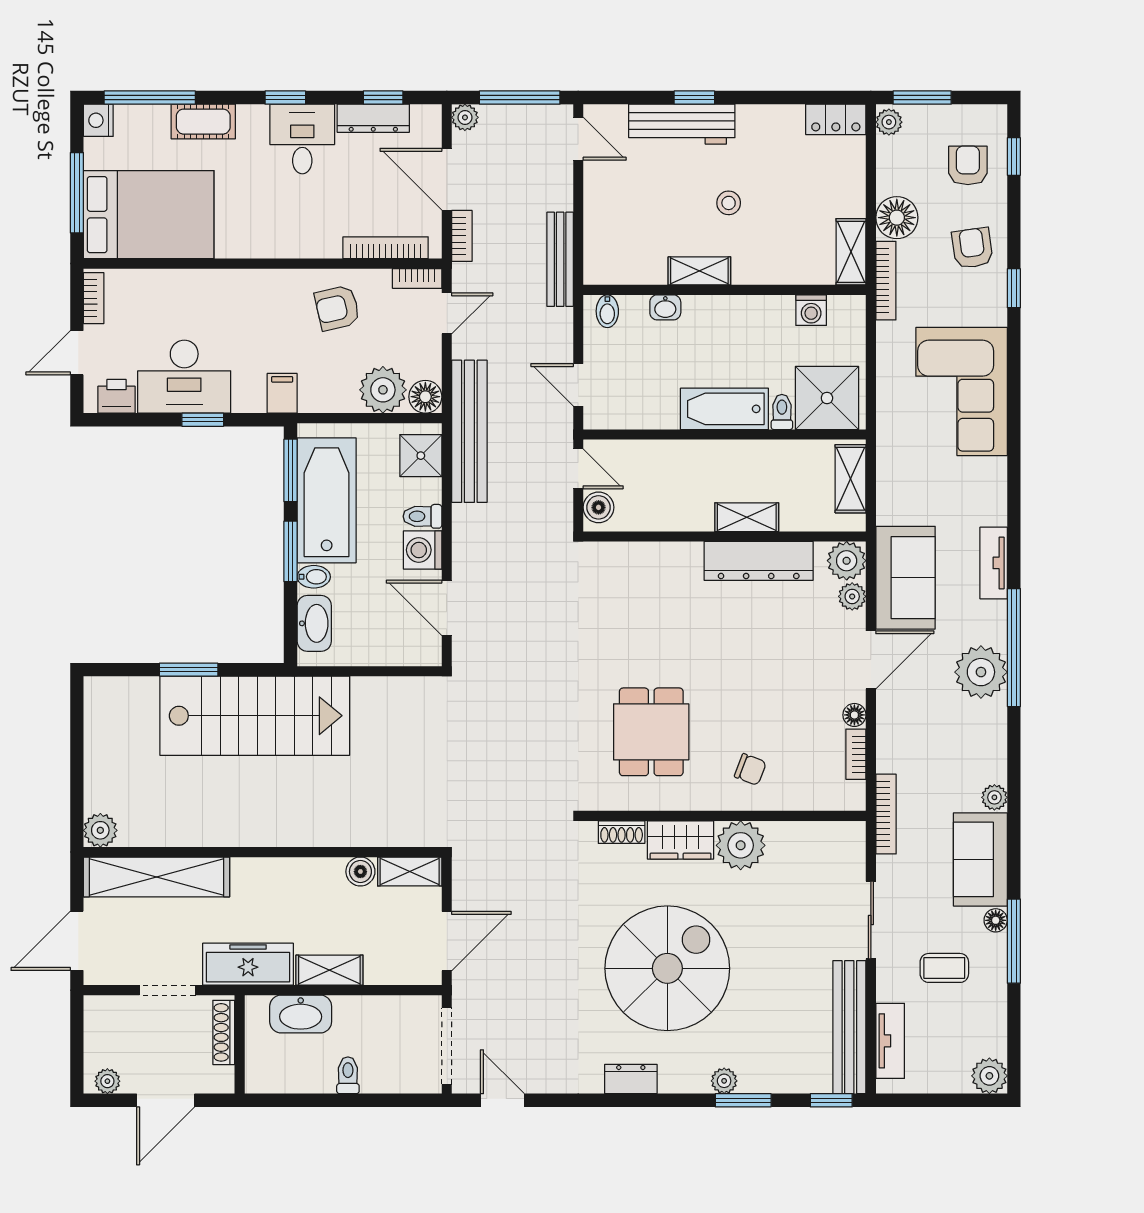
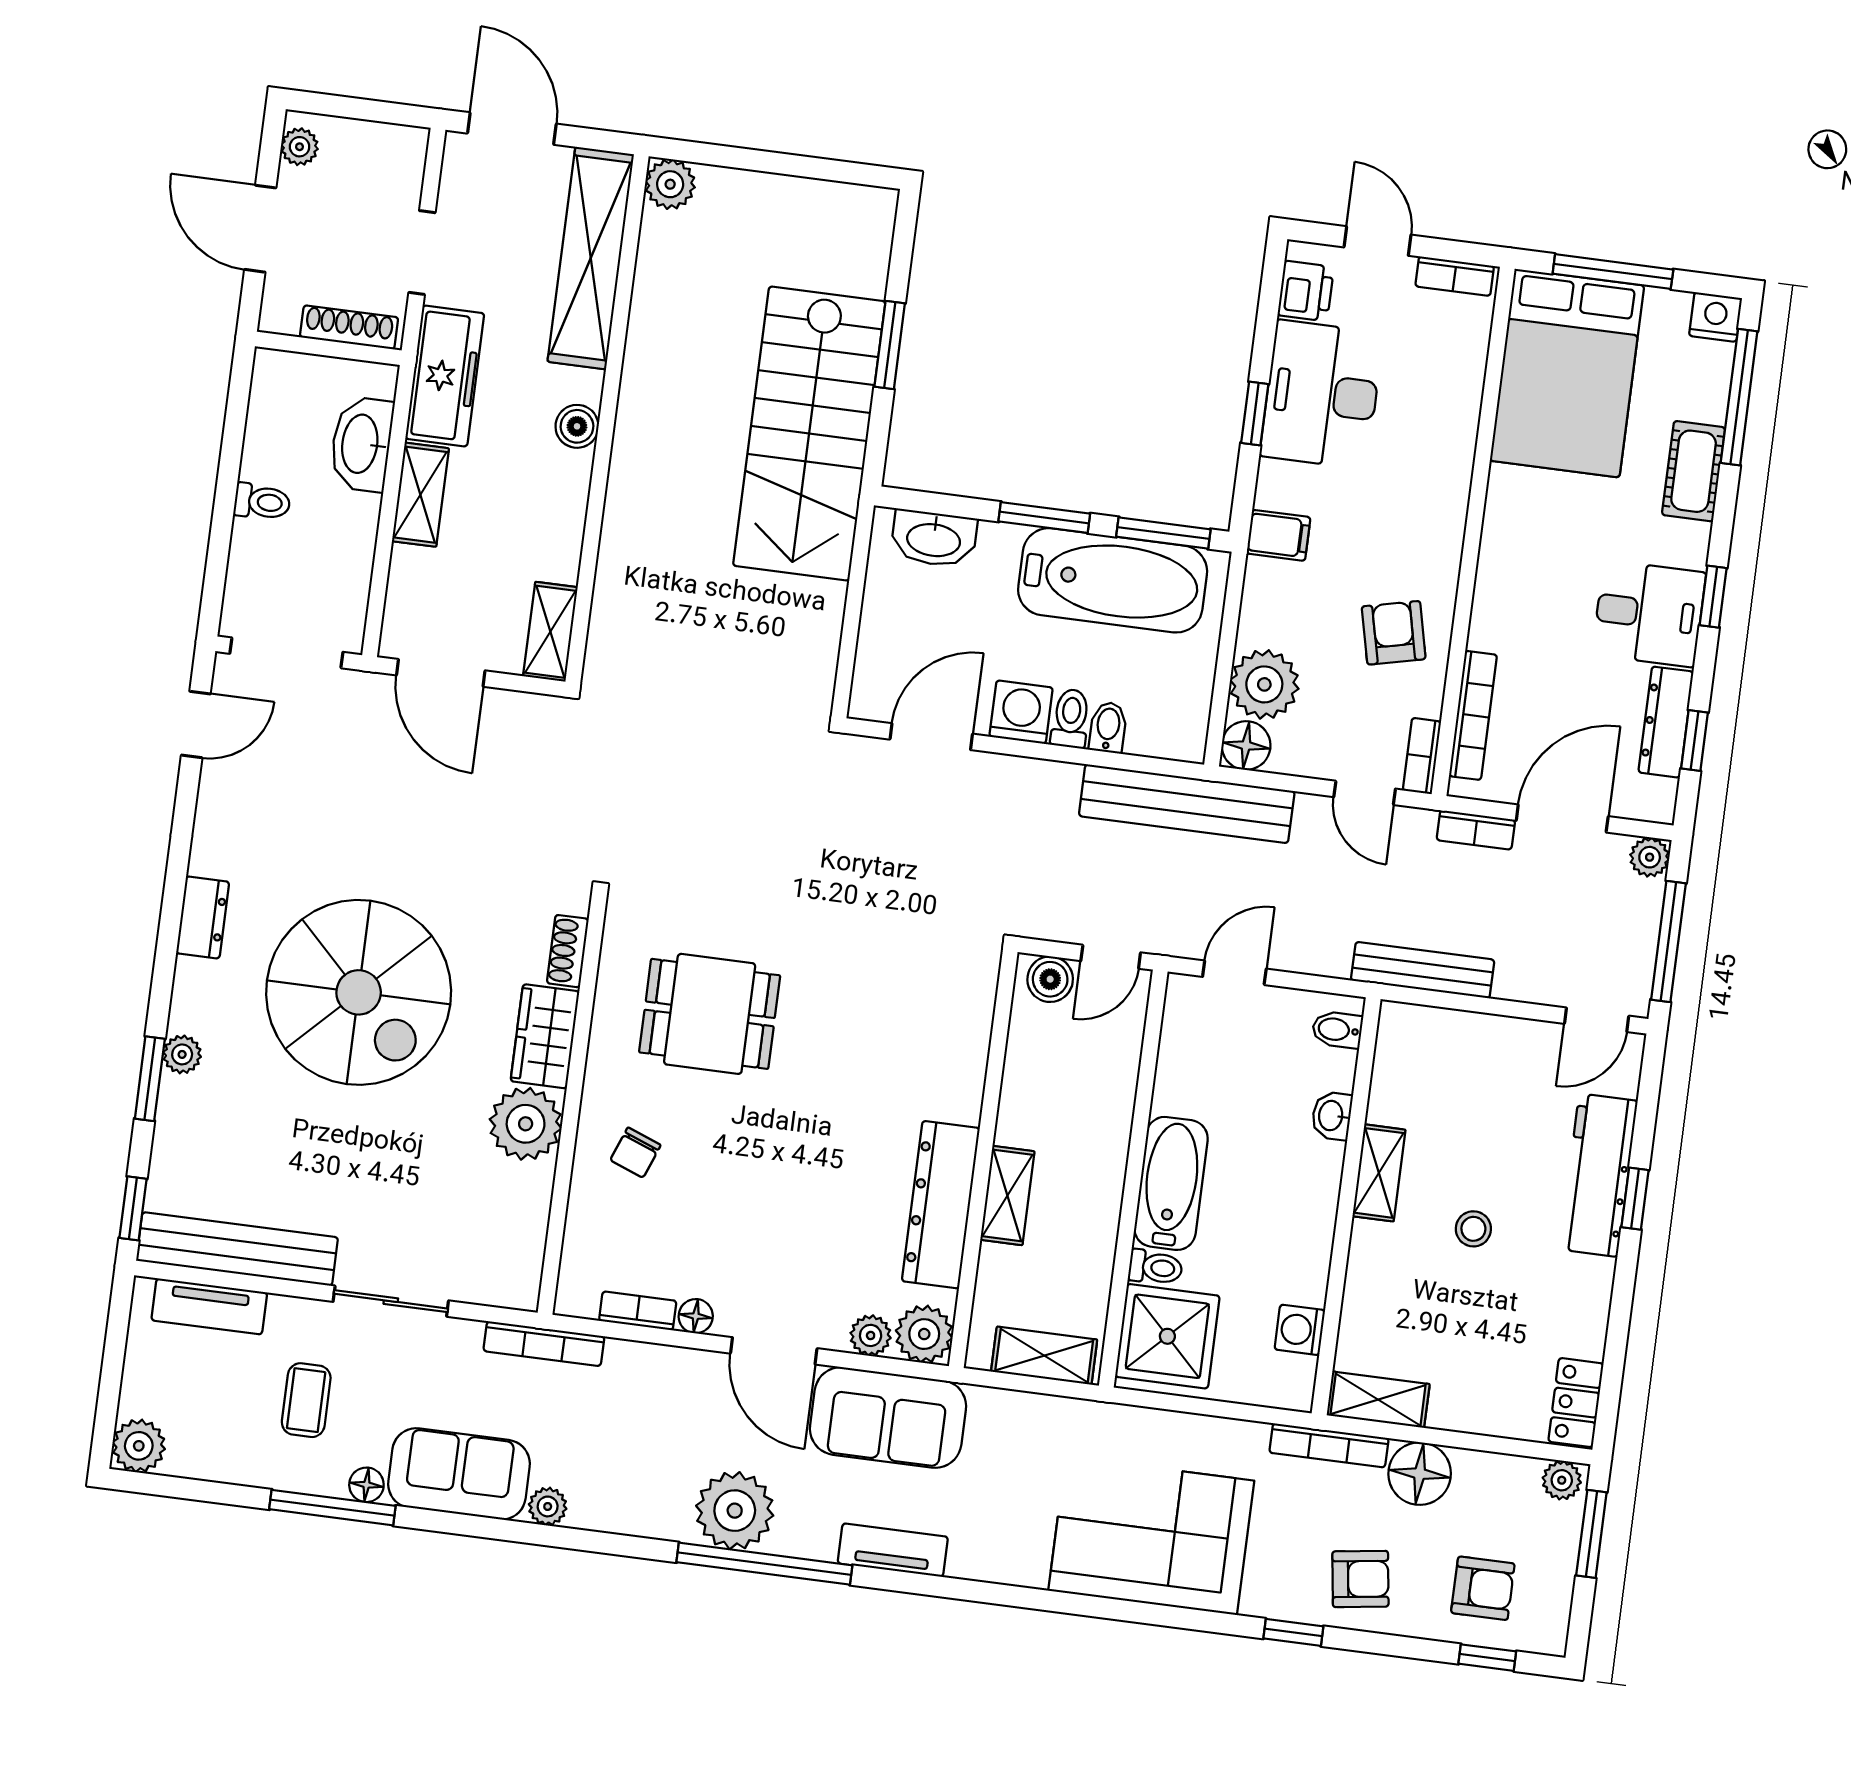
shower: (421, 456) -> (1160, 727), removed
bidet: (314, 577) -> (1108, 727), moved, turned 180
boiler: (360, 872) -> (577, 426), moved

